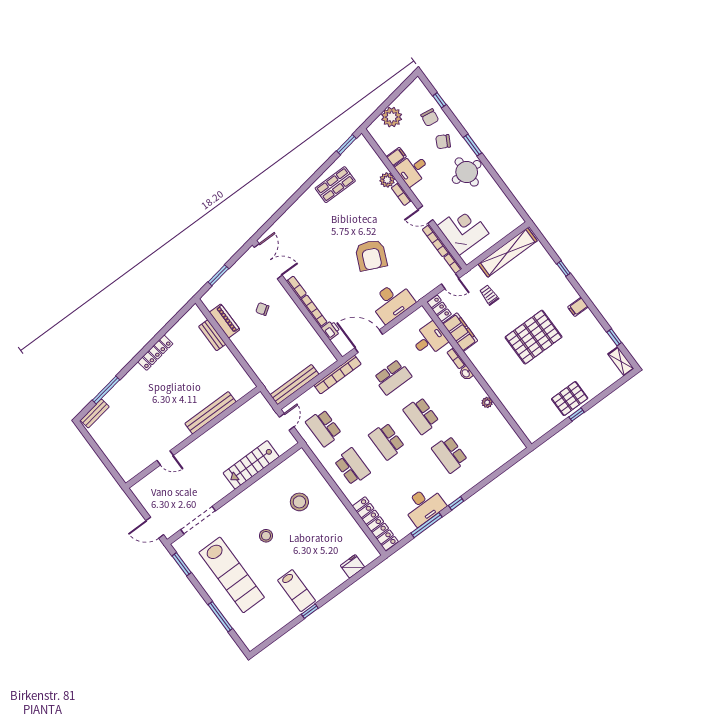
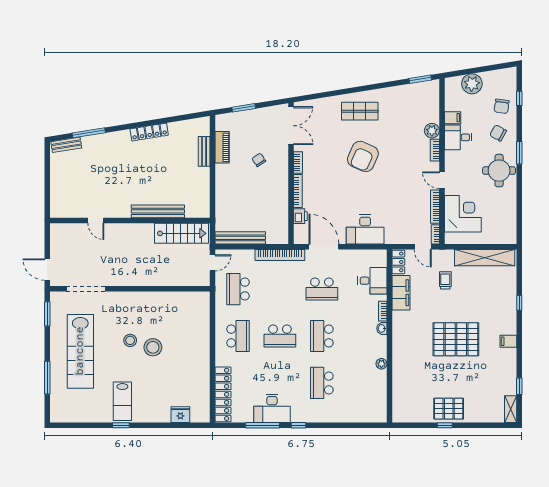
shop shelf: (335, 185) -> (360, 111), moved
armchair: (371, 255) -> (363, 156), moved
school desk: (387, 441) -> (280, 336), turned -90
stairs: (251, 465) -> (182, 233), moved, turned 180
stool: (299, 502) -> (153, 347), moved

